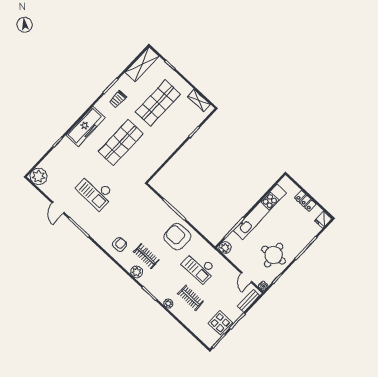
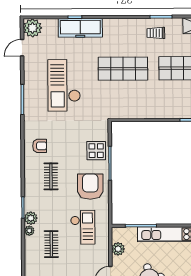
freezer: (85, 126) -> (80, 28), moved
checkout: (95, 191) -> (64, 85), width x1.36, depth x1.21
door: (58, 208) -> (22, 48), moved
display table: (158, 211) -> (96, 151), added
plant: (225, 248) -> (118, 249), moved
checkout: (199, 267) -> (83, 227), turned 180
plant: (137, 272) -> (31, 218), moved

